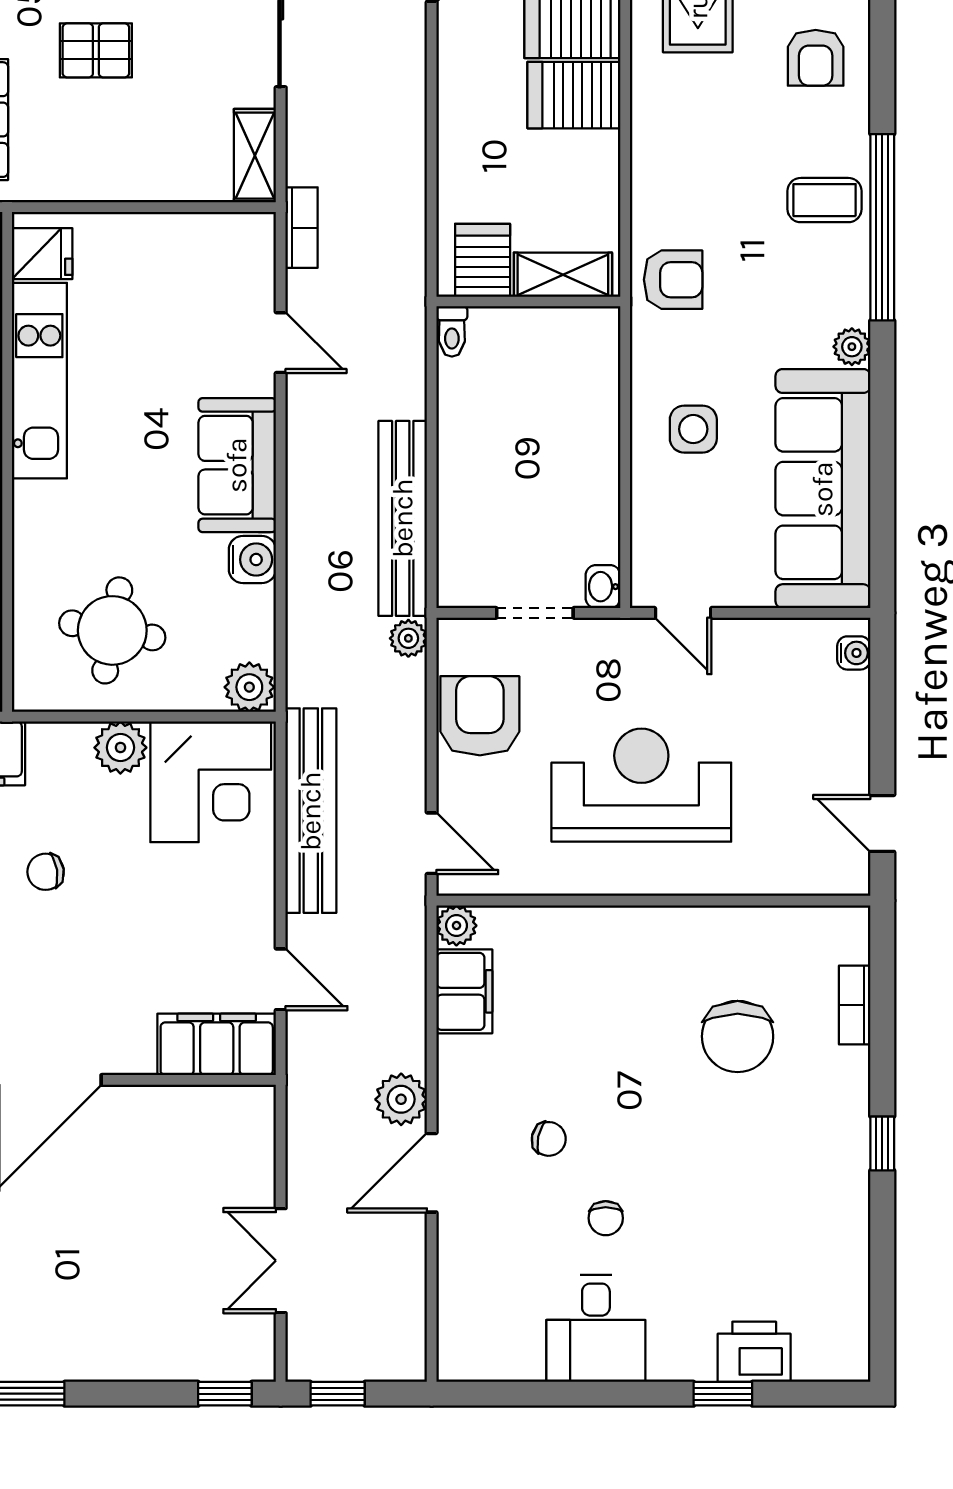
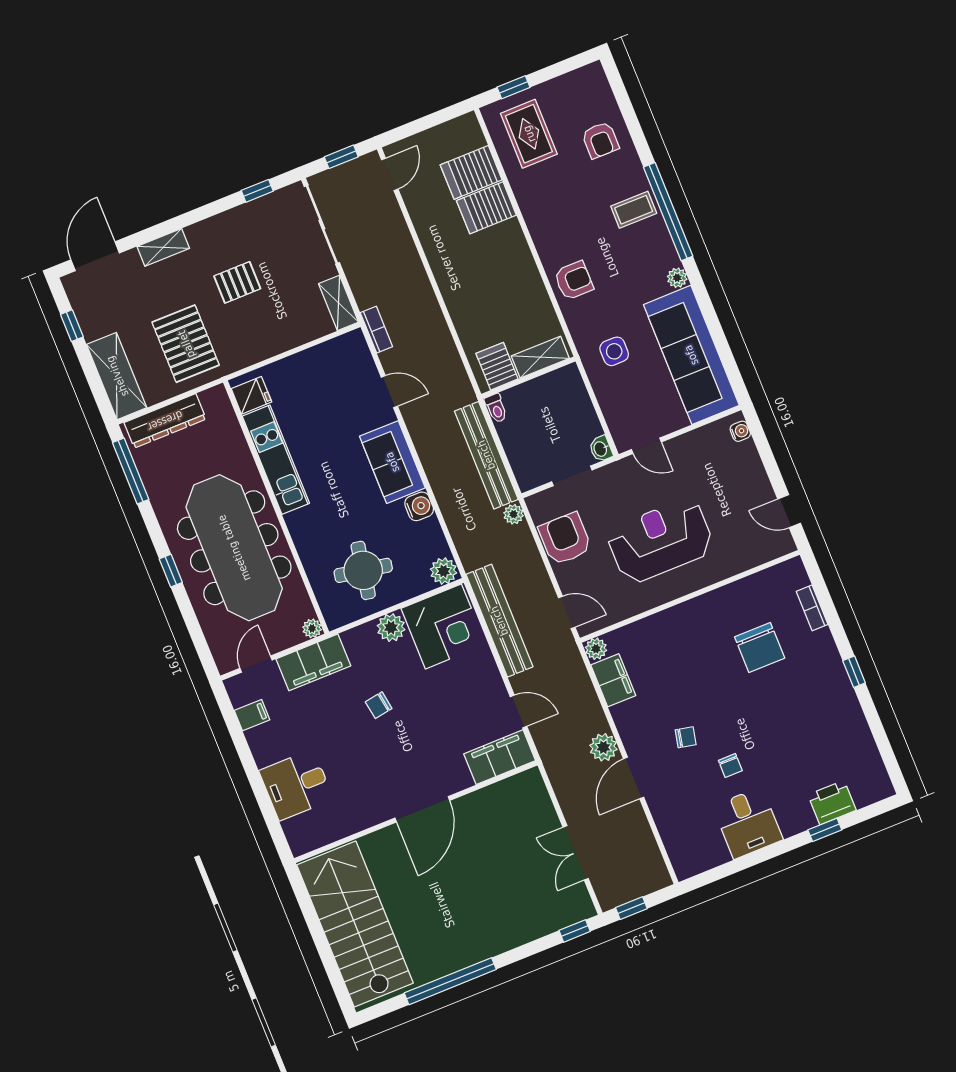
server rack: (483, 260) -> (497, 366), moved
shelving: (563, 275) -> (540, 357), moved
wall: (528, 301) -> (528, 378), moved
toilet: (452, 331) -> (496, 408), moved

